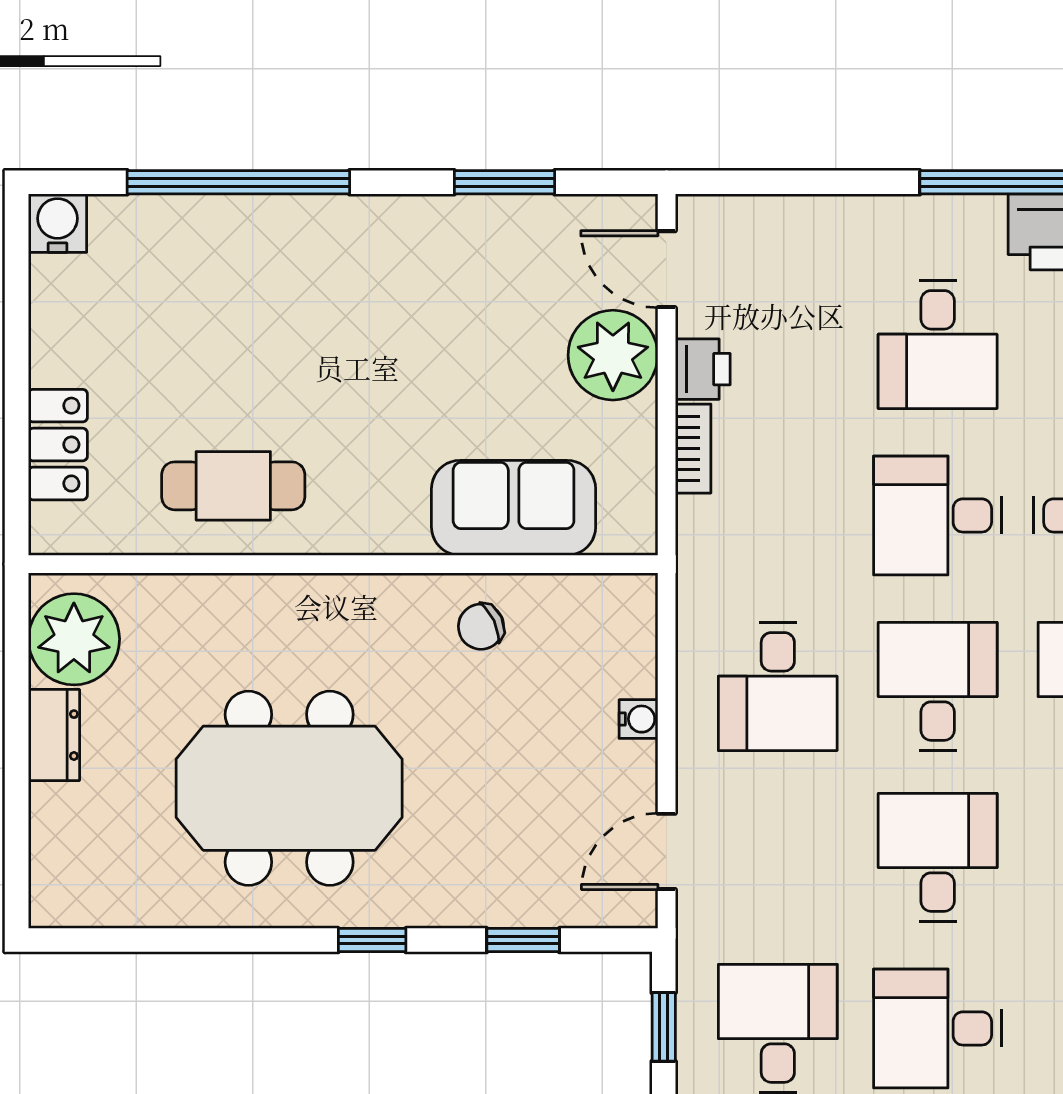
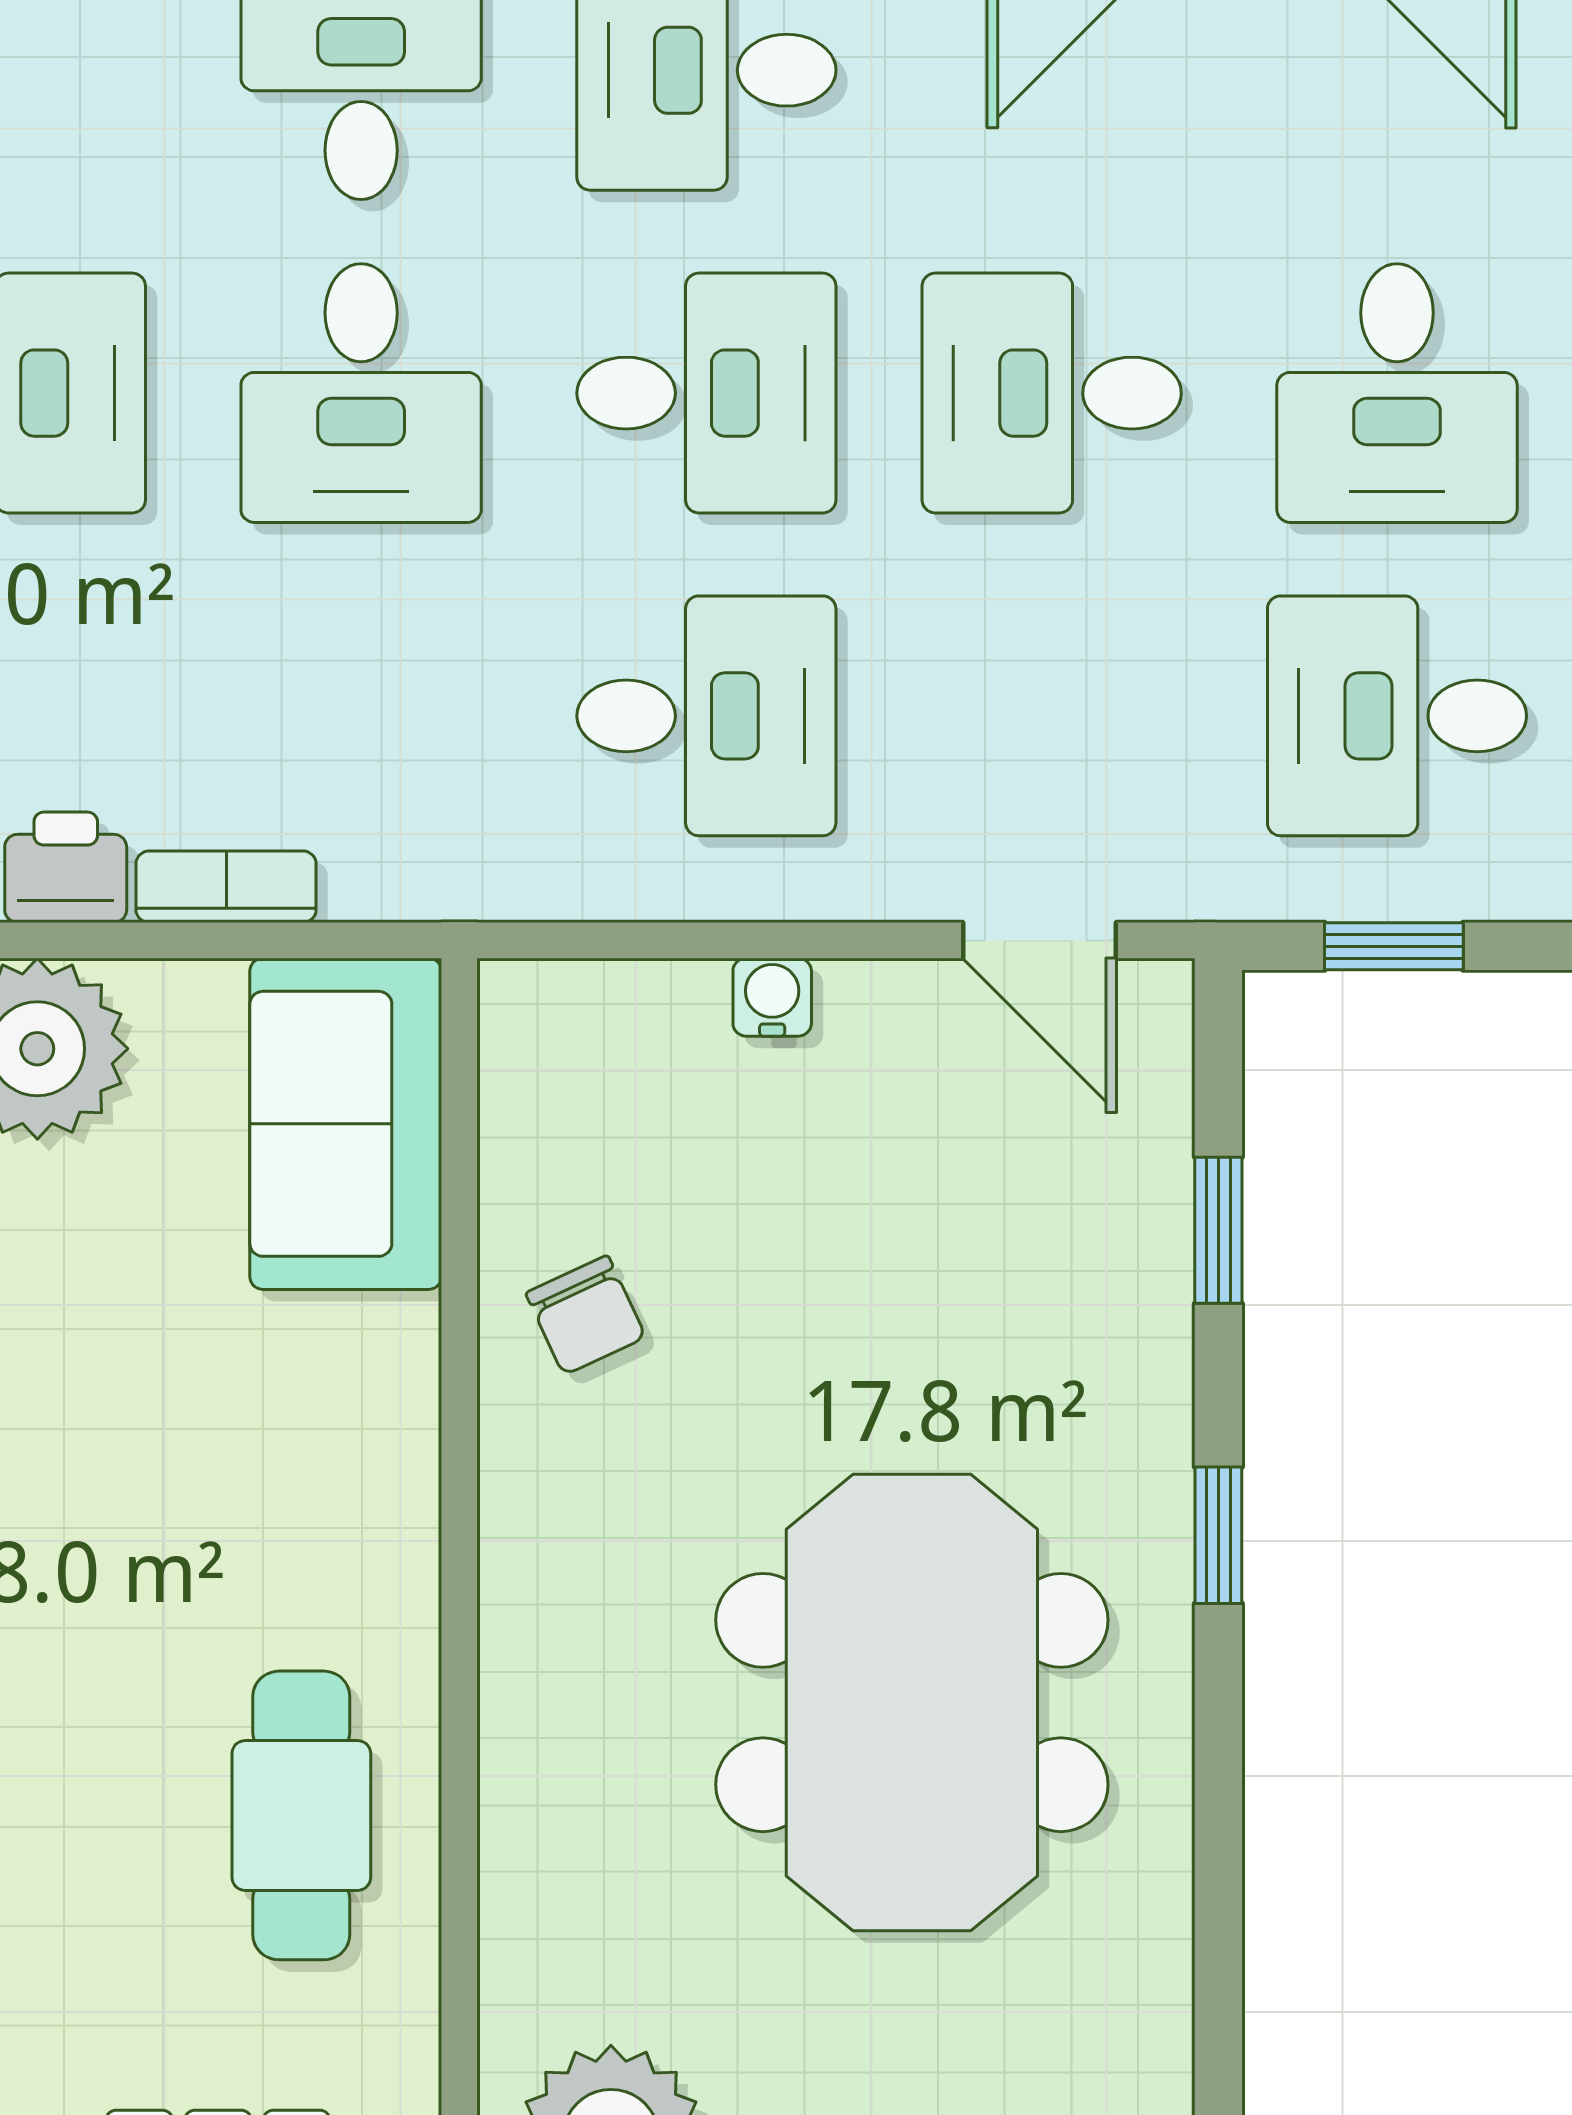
sofa: (514, 508) -> (346, 1124), moved
desk: (938, 686) -> (706, 393), turned 180

